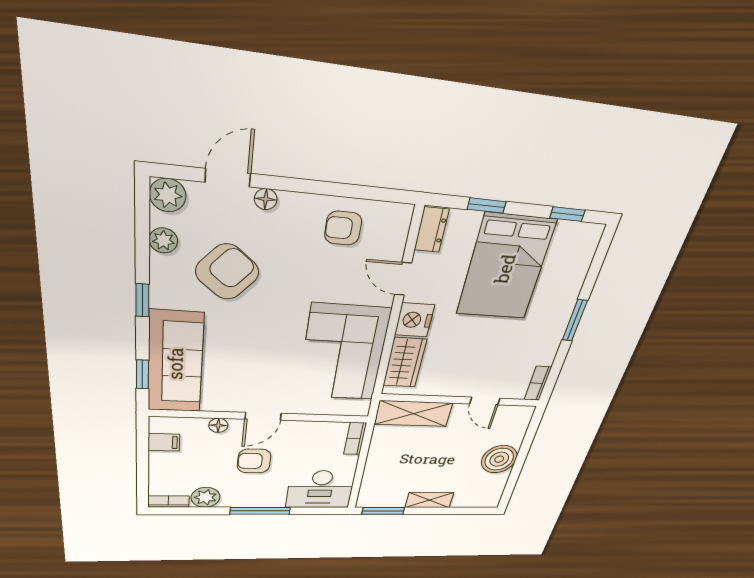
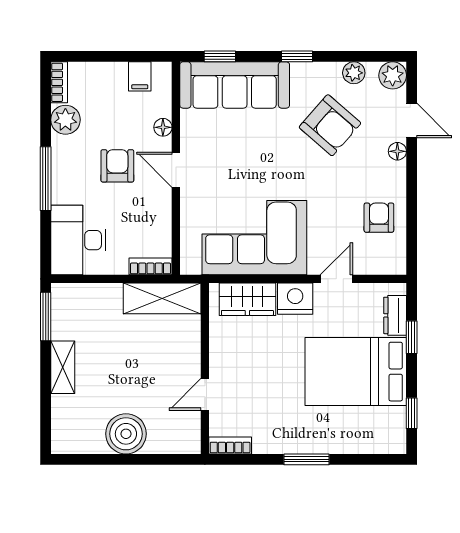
dresser: (431, 230) -> (395, 315), moved, turned 90
shelving: (413, 414) -> (162, 298), moved, turned 90

